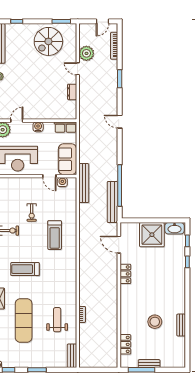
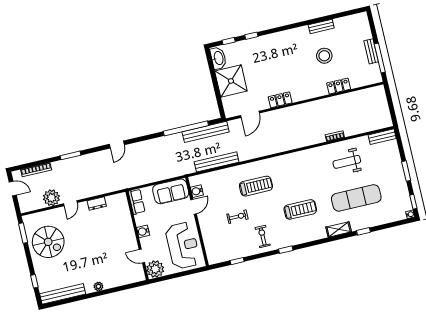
bench: (84, 183) -> (217, 162), moved
treadmill: (25, 269) -> (300, 209), turned -90
locker: (125, 344) -> (339, 86), moved

